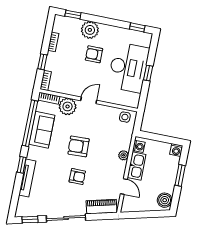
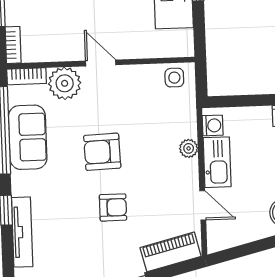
door: (89, 100) -> (101, 63), hinge flipped

